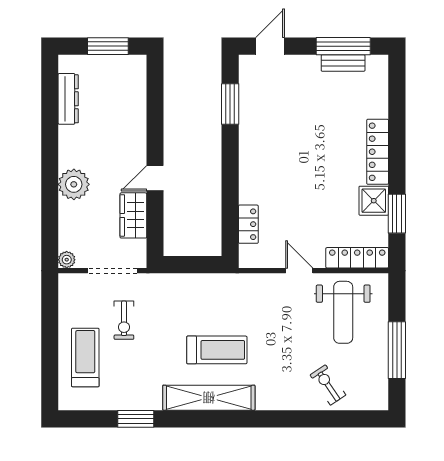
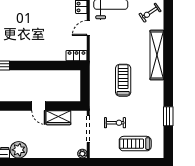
plant: (74, 184) -> (19, 150), moved
locker: (248, 224) -> (77, 56), moved
treadmill: (217, 350) -> (123, 80), moved
shelving: (209, 398) -> (157, 55), moved

